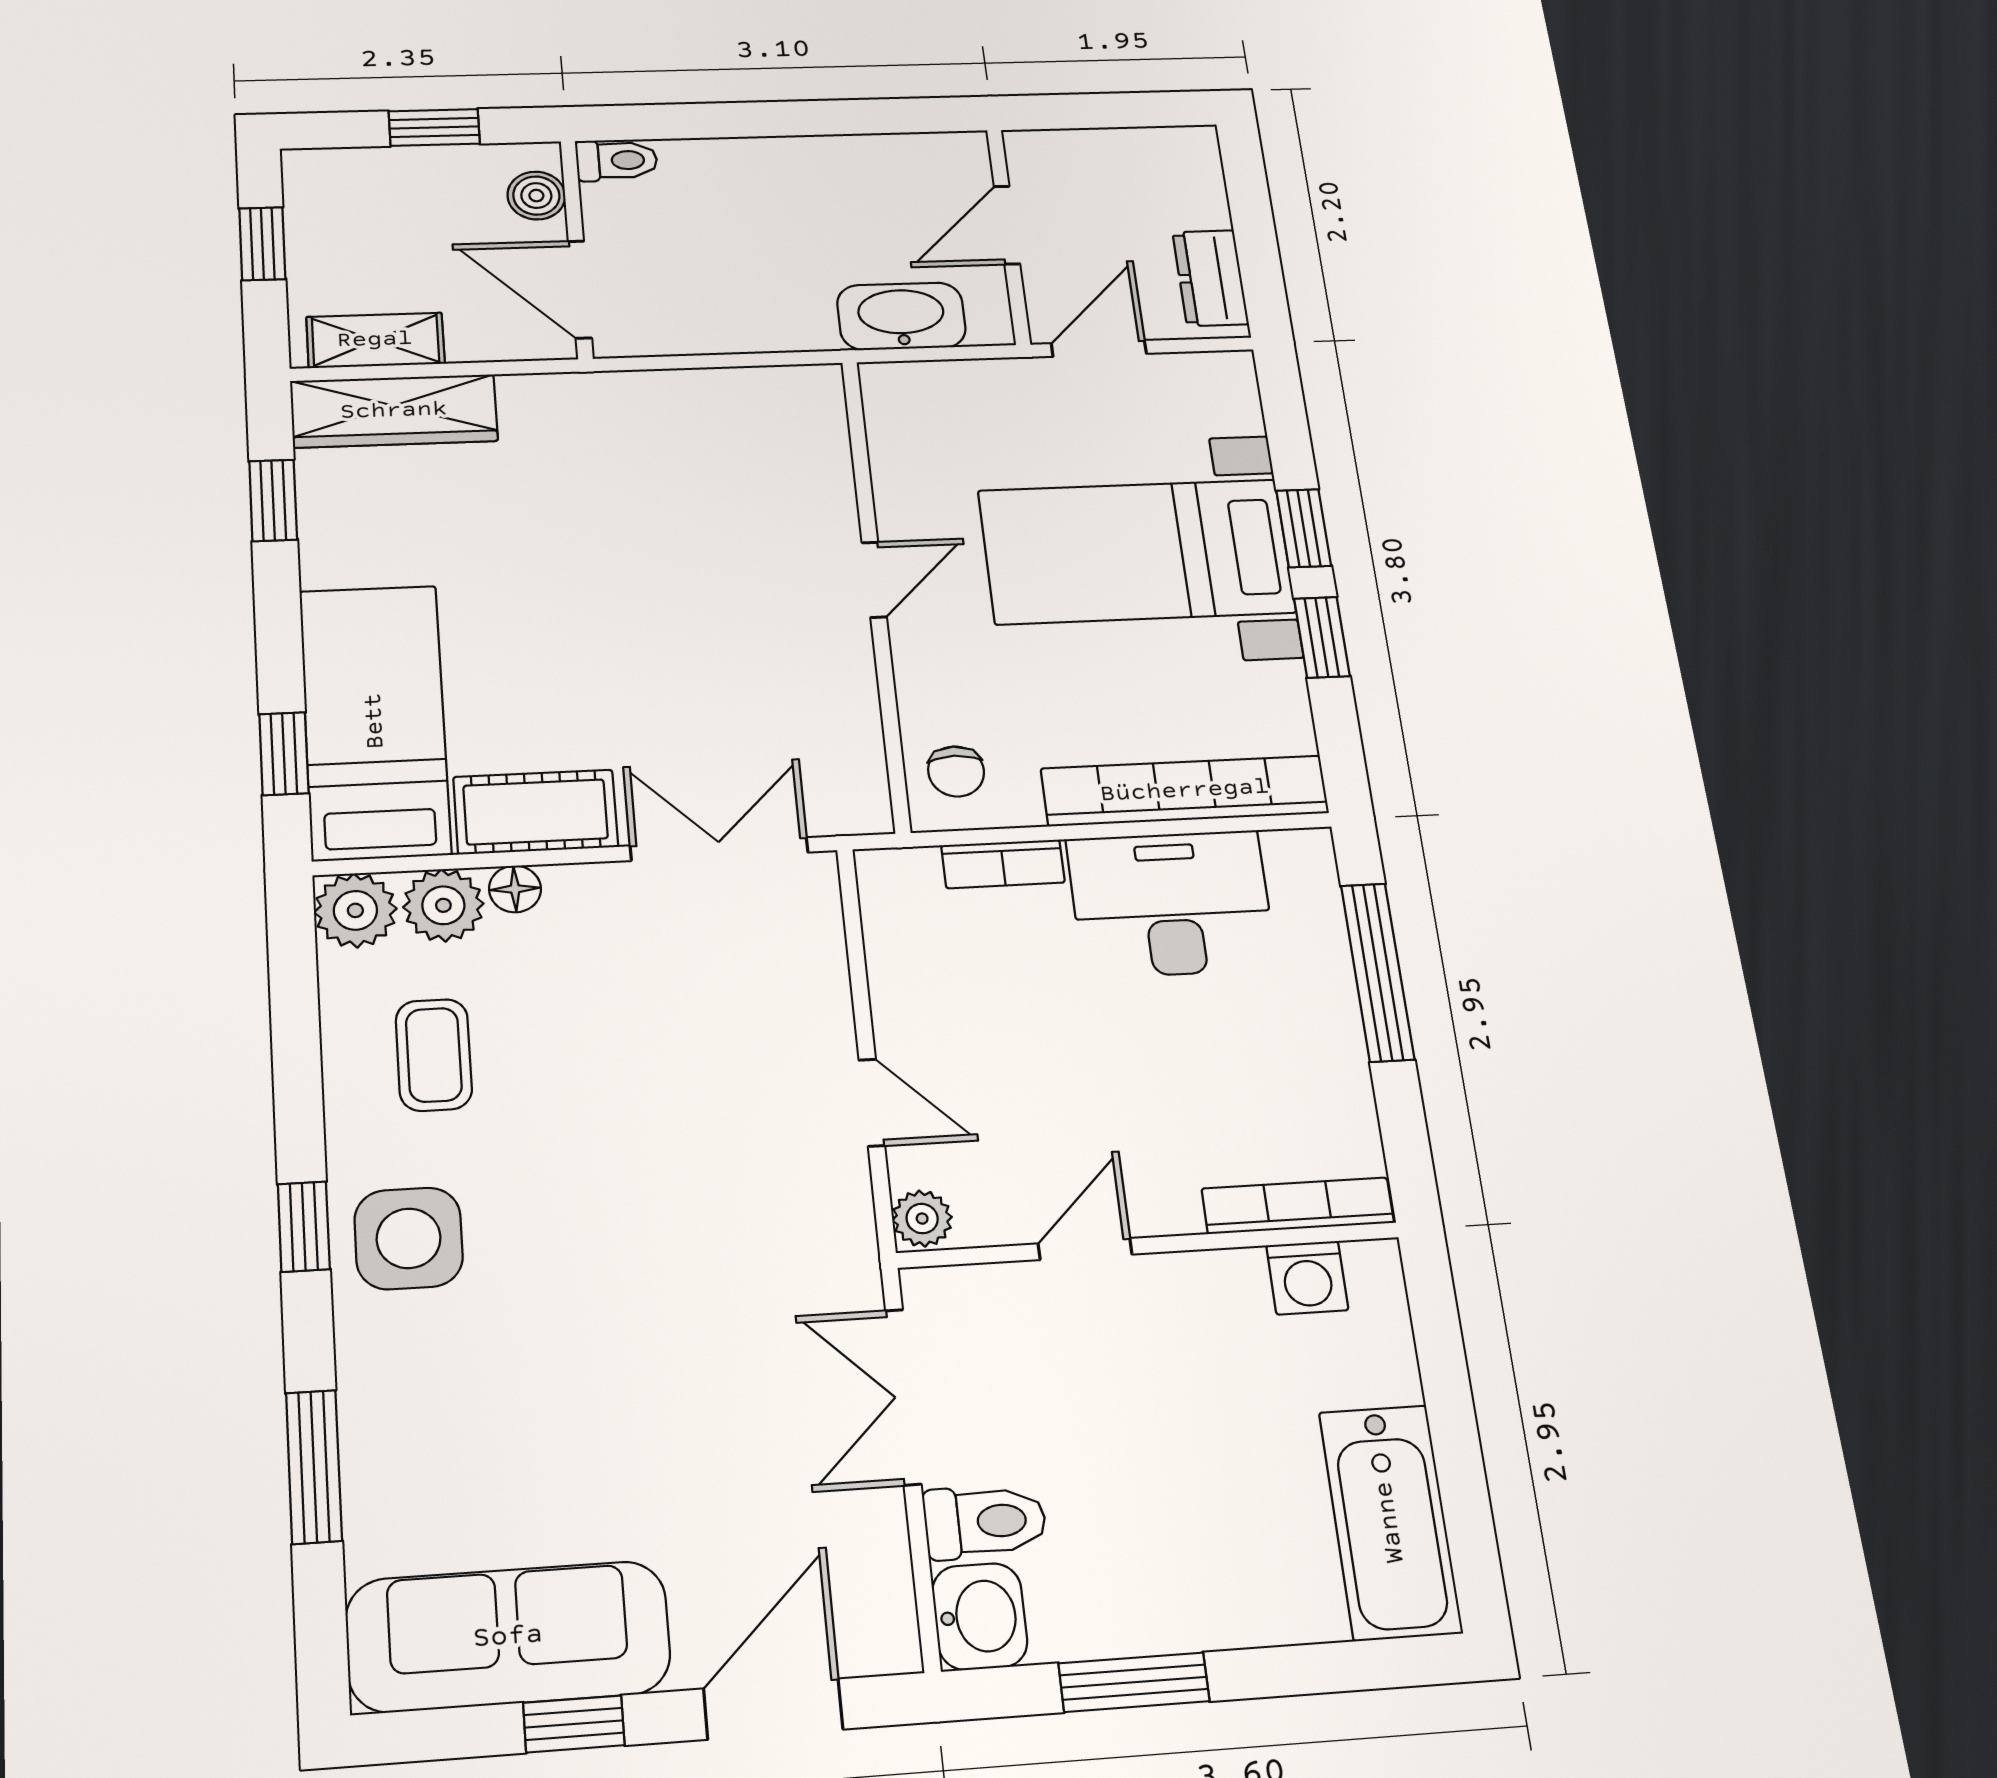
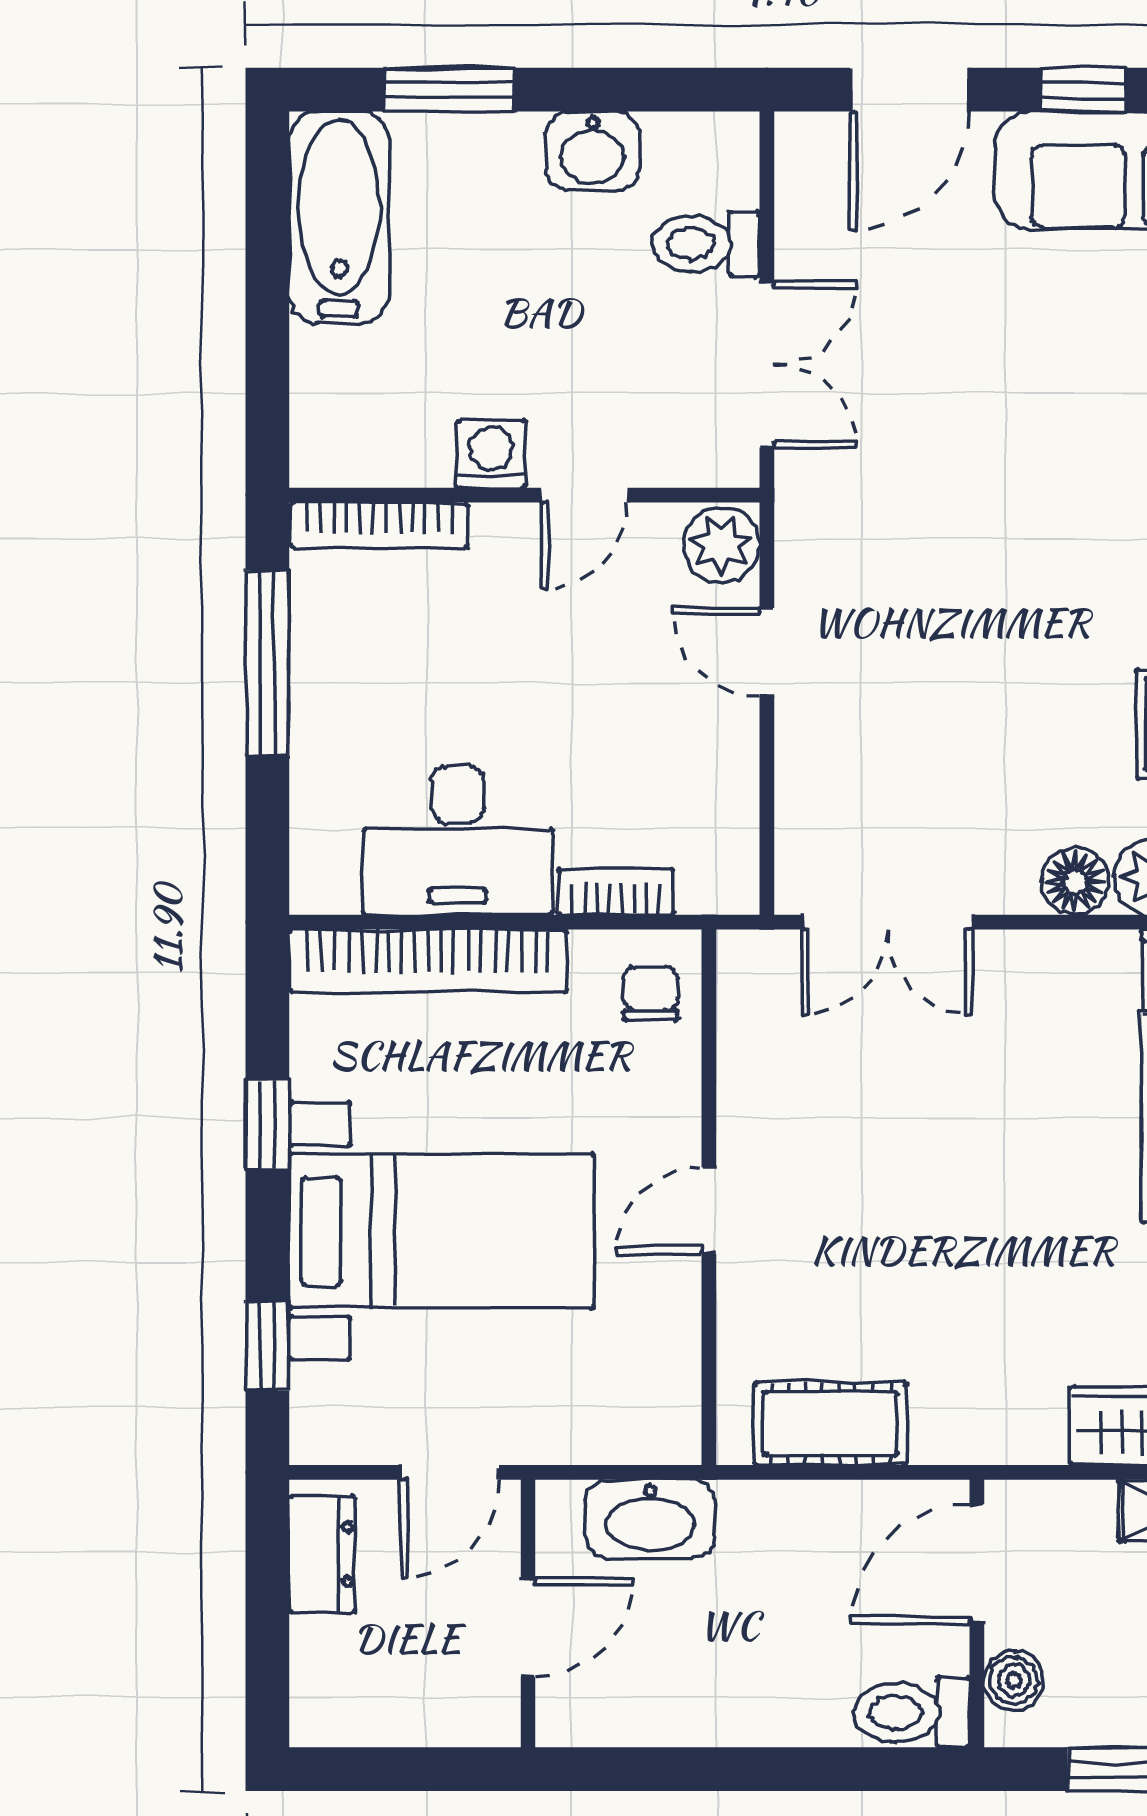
toilet: (617, 160) -> (912, 1712), width x1.37, depth x1.39
door: (580, 289) -> (977, 1564), swing flipped
window: (1304, 528) -> (267, 1346), moved
cot: (536, 812) -> (831, 1424), moved
floor lamp: (515, 889) -> (1075, 881), width x1.37, depth x1.37
window: (1377, 972) -> (267, 663), moved
plant: (922, 1219) -> (721, 545), width x1.38, depth x1.38
washing machine: (1307, 1278) -> (491, 454), moved
washbasin: (980, 1616) -> (593, 151), moved, turned -90
window: (1134, 1682) -> (449, 90), moved

